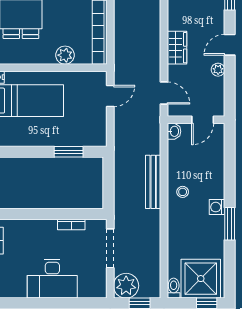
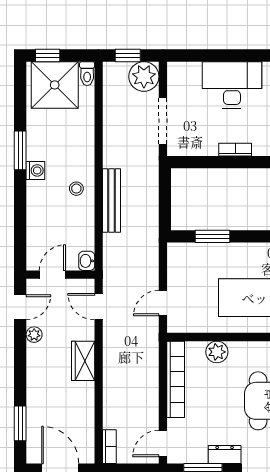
door: (230, 45) -> (20, 307), moved
bookcase: (71, 225) -> (235, 150), moved

